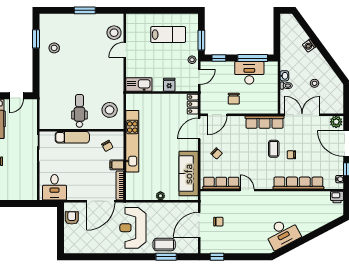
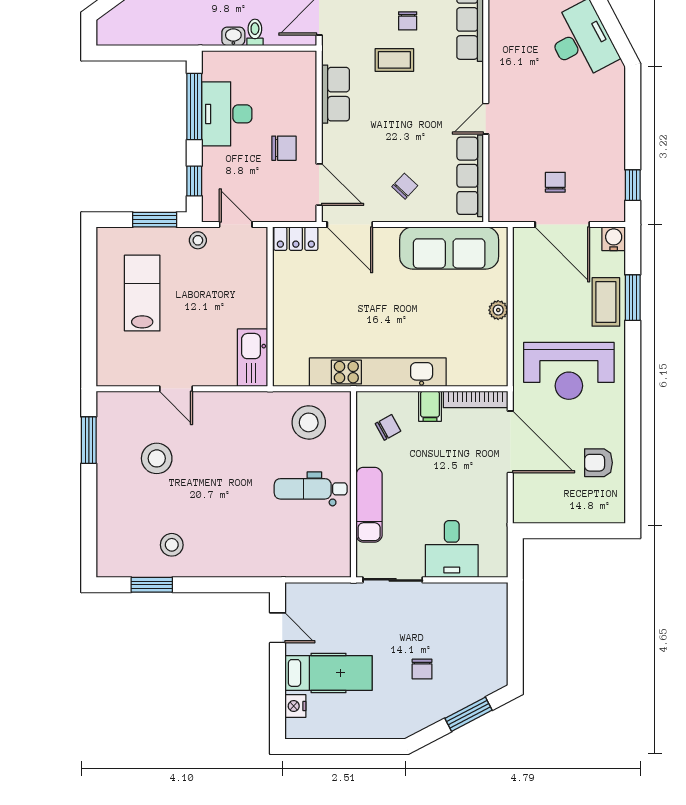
window: (85, 10) -> (89, 440), moved
stool: (114, 33) -> (157, 458), moved
fridge: (169, 85) -> (253, 291), removed
row of seats: (265, 122) -> (336, 94), width x0.68
desk: (55, 187) -> (452, 549), moved, turned 90
armchair: (72, 218) -> (598, 463), moved
water cooler: (193, 248) -> (614, 239), added

